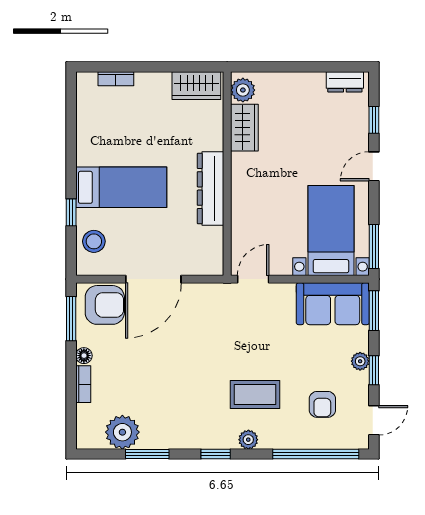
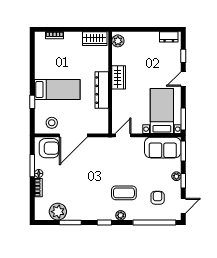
wardrobe: (244, 128) -> (119, 77), moved
stool: (94, 241) -> (52, 123), moved
window: (71, 319) -> (32, 166), moved
armchair: (322, 404) -> (158, 198), turned 180

